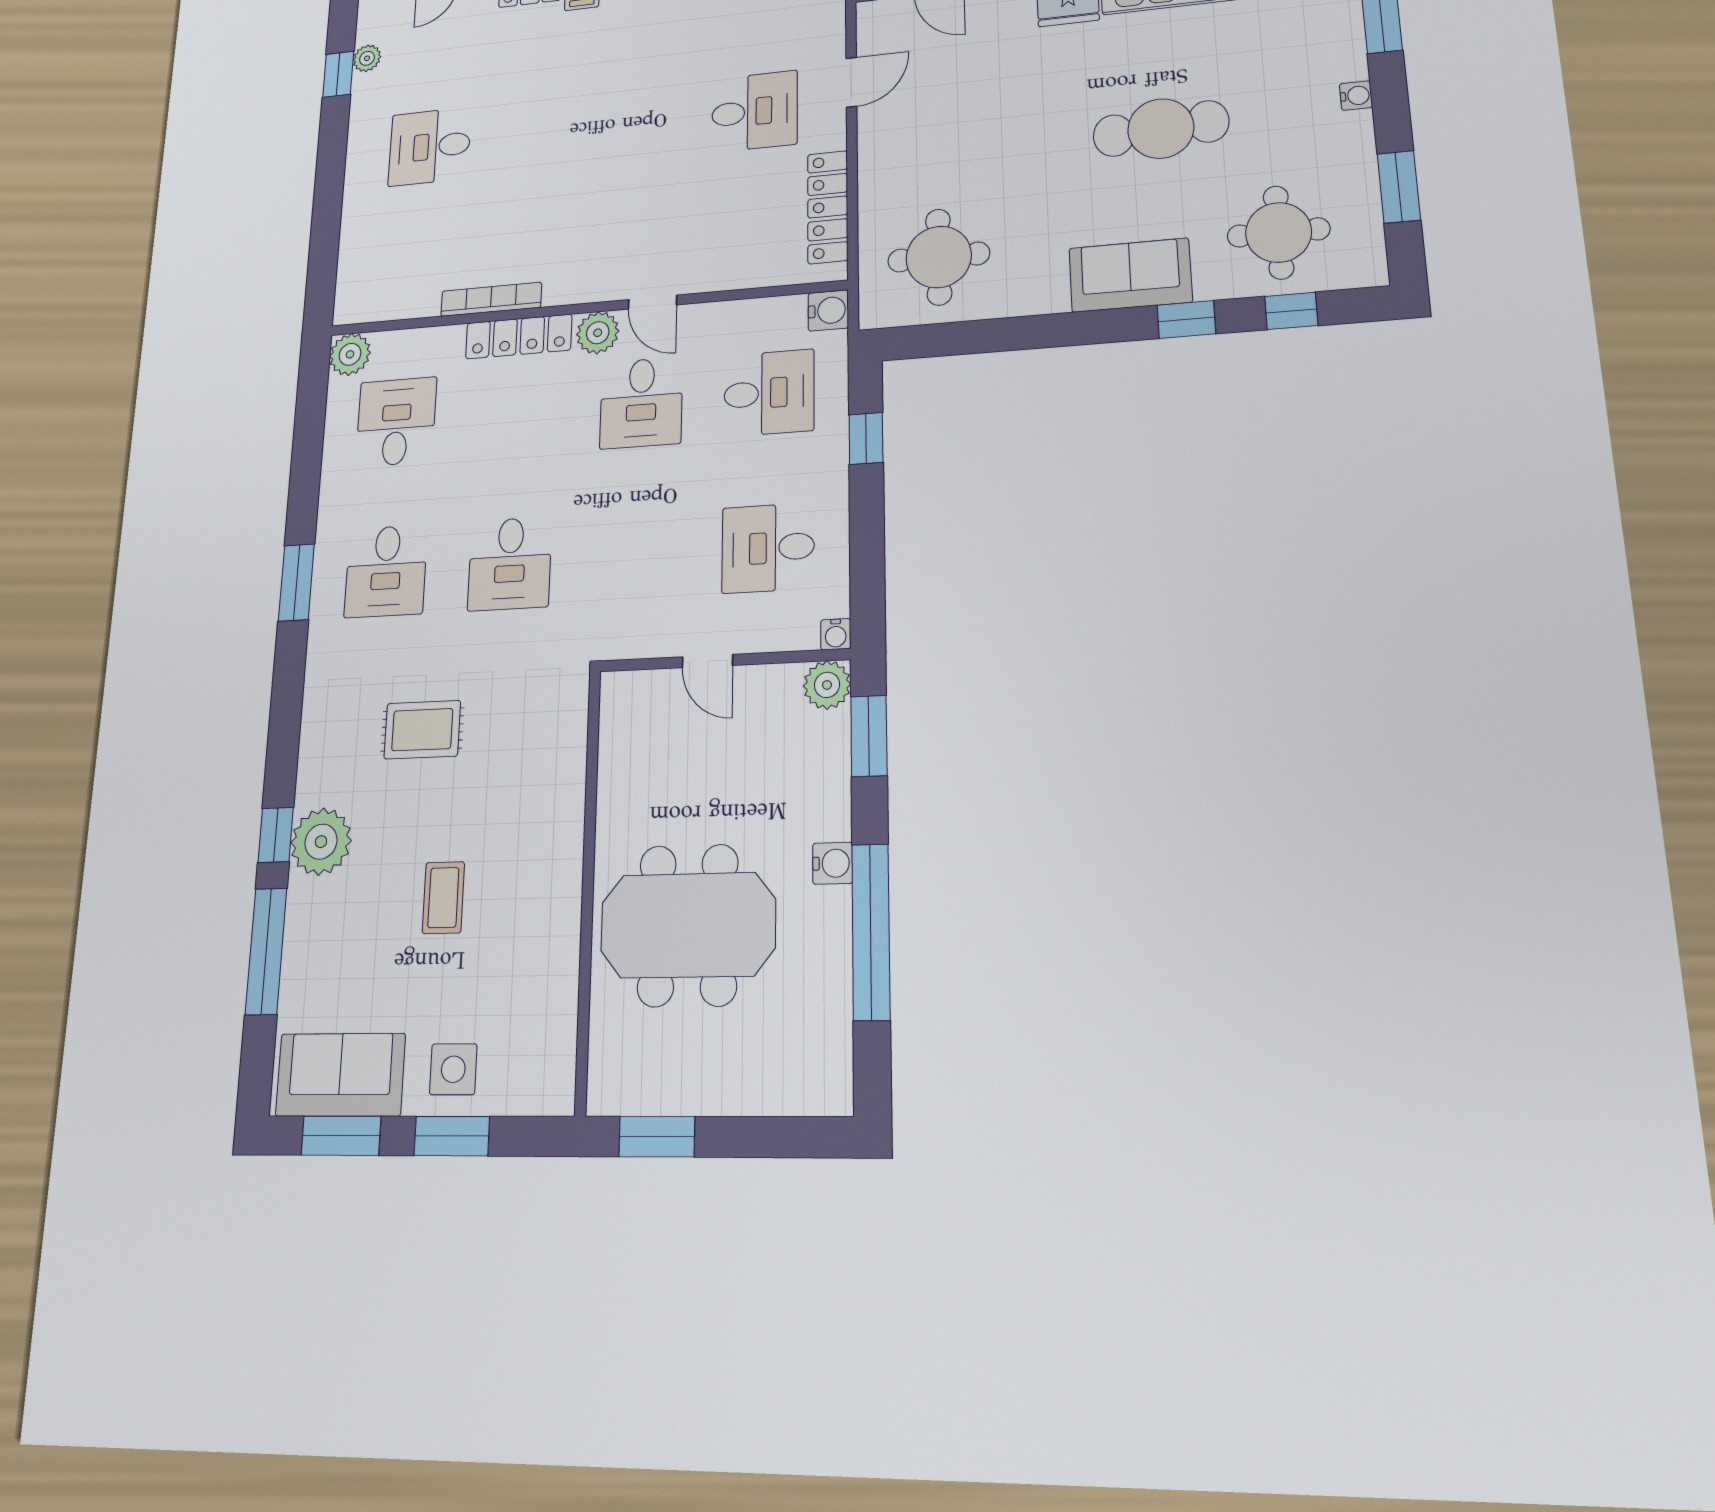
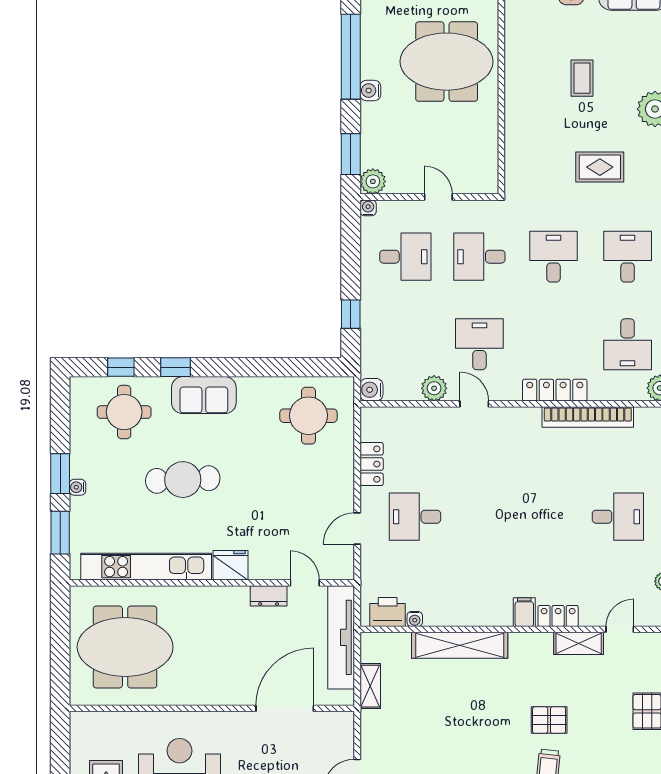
window: (1399, 187) -> (60, 474), moved
locker: (828, 207) -> (372, 464), width x0.66
bookcase: (491, 299) -> (588, 417), width x1.48, depth x1.31
plant: (598, 333) -> (434, 388), moved
desk: (769, 393) -> (479, 257), moved

